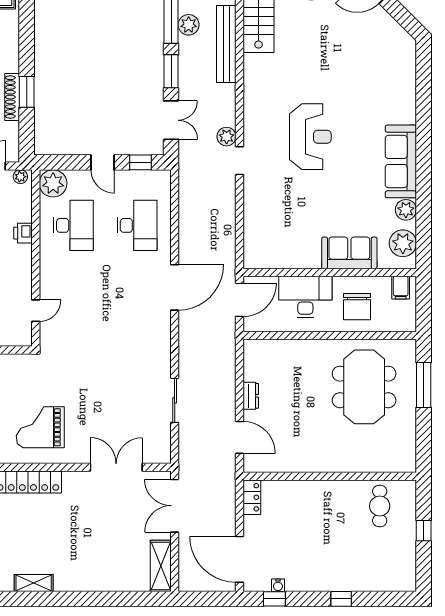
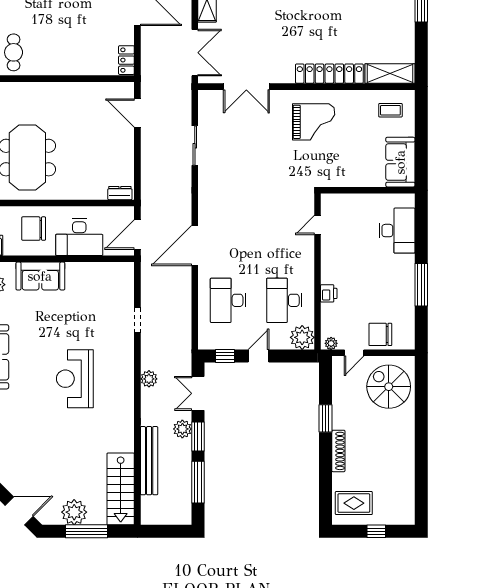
plant: (189, 25) -> (182, 429), moved
shoe rack: (12, 97) -> (338, 451), moved
doorway: (240, 161) -> (137, 320), moved
door: (103, 162) -> (258, 356), hinge flipped
chair: (357, 307) -> (34, 229), turned -90
dresser: (251, 396) -> (120, 193), moved, turned 90

